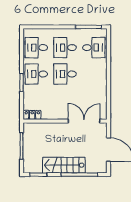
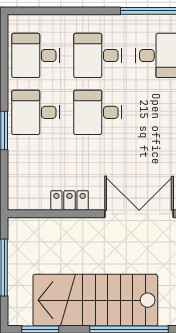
locker: (32, 115) -> (70, 201), moved
stairs: (64, 165) -> (95, 300), width x1.36, depth x1.51

